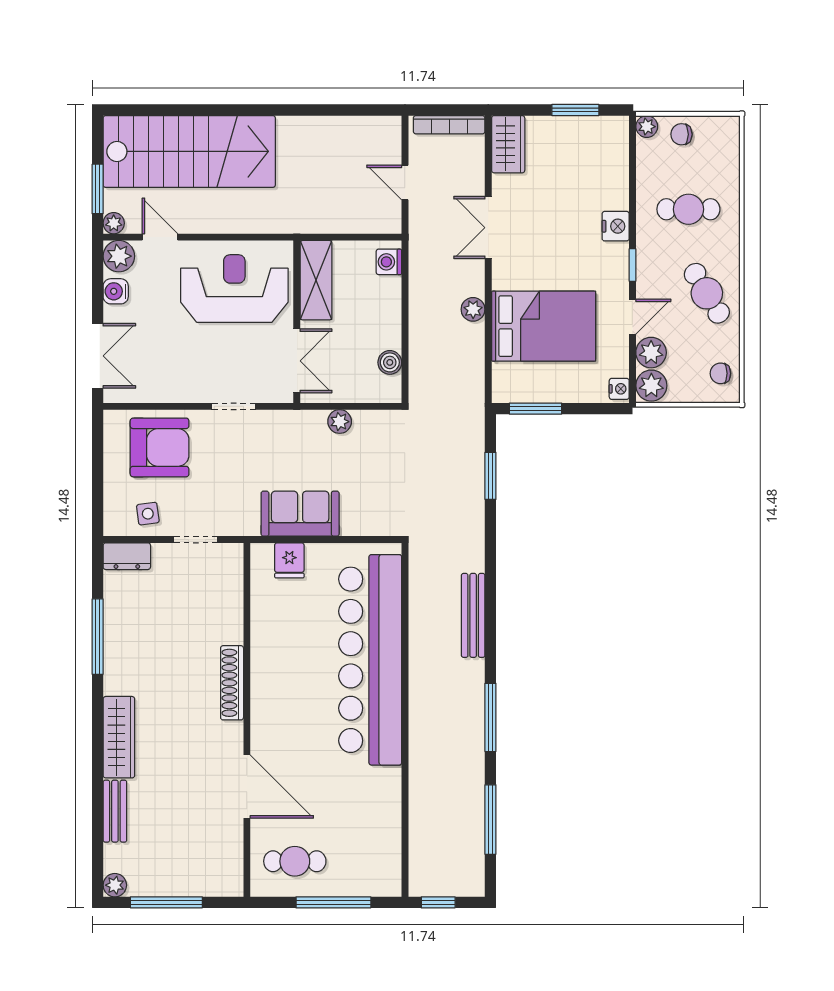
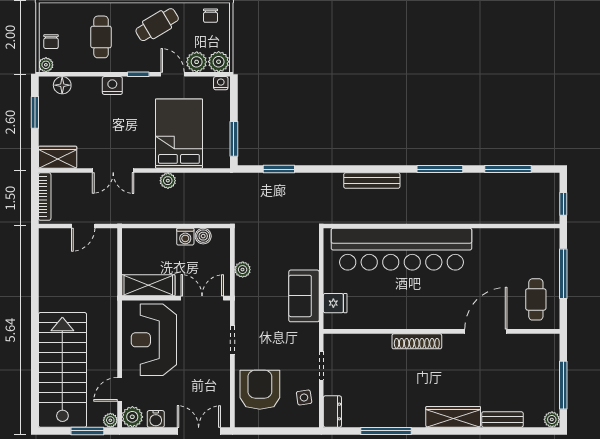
floor lamp: (616, 151) -> (62, 85), added
washing machine: (389, 262) -> (185, 237), moved

